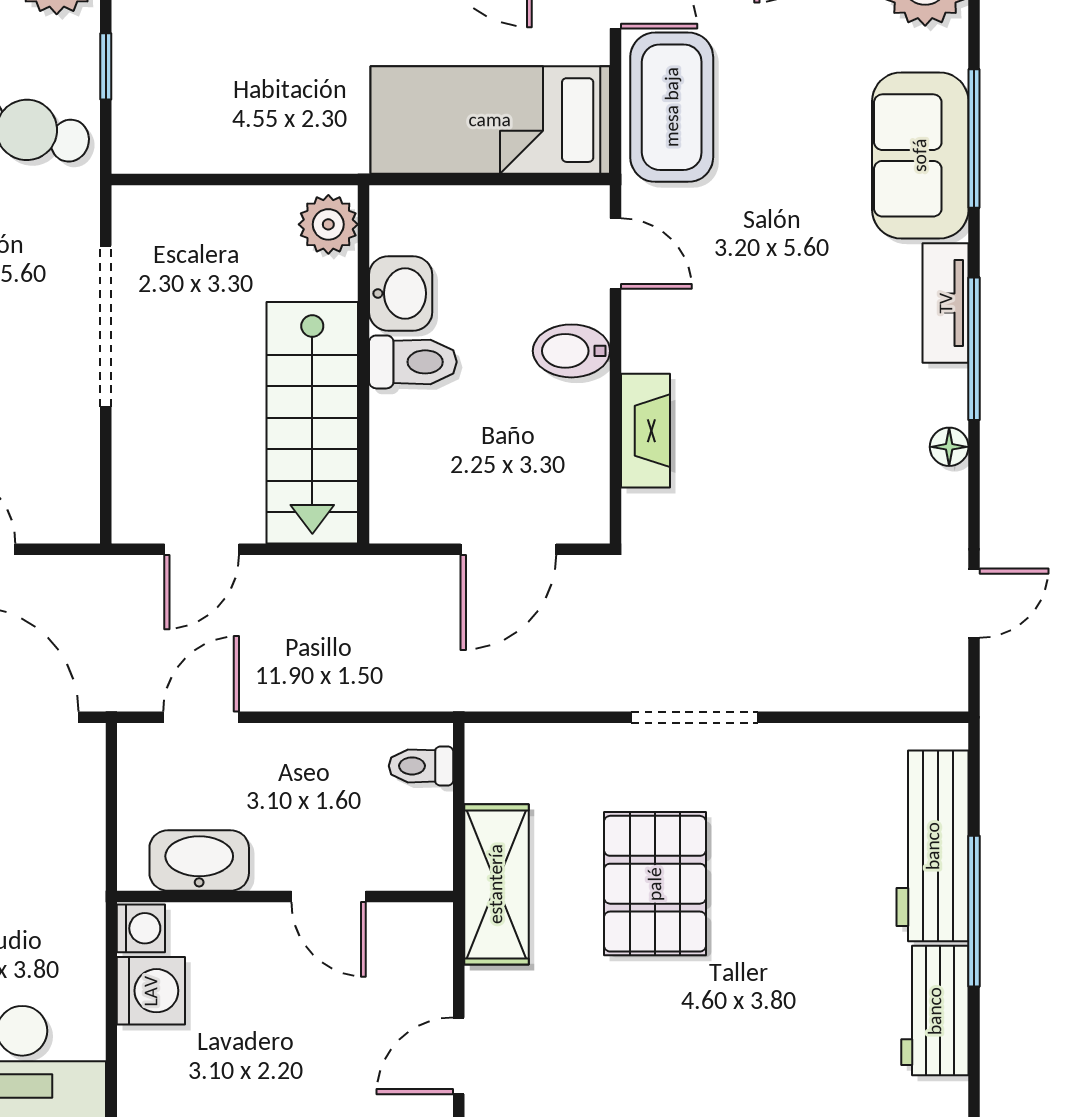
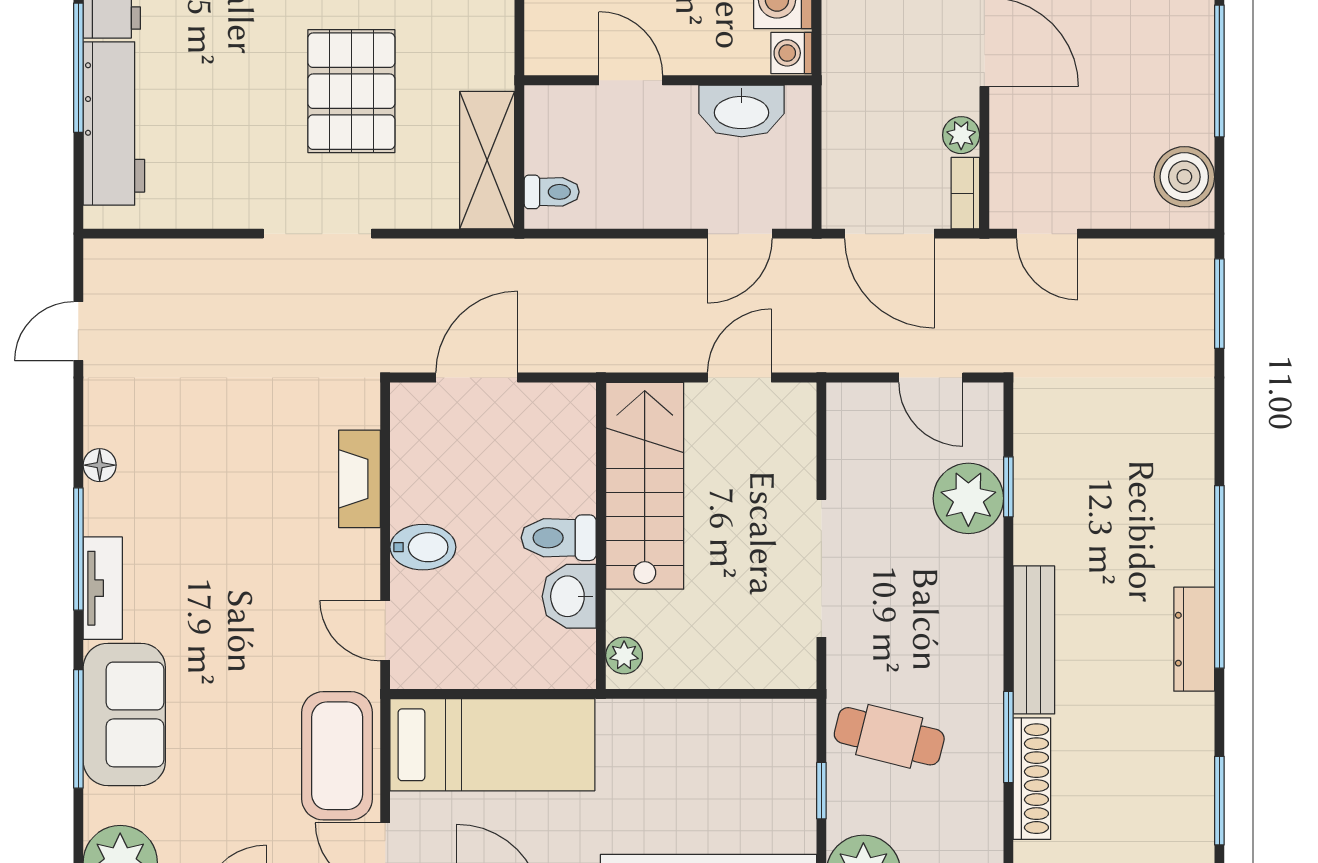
plant: (328, 224) -> (624, 655), width x0.73, depth x0.73
shelving: (496, 884) -> (487, 160), moved

